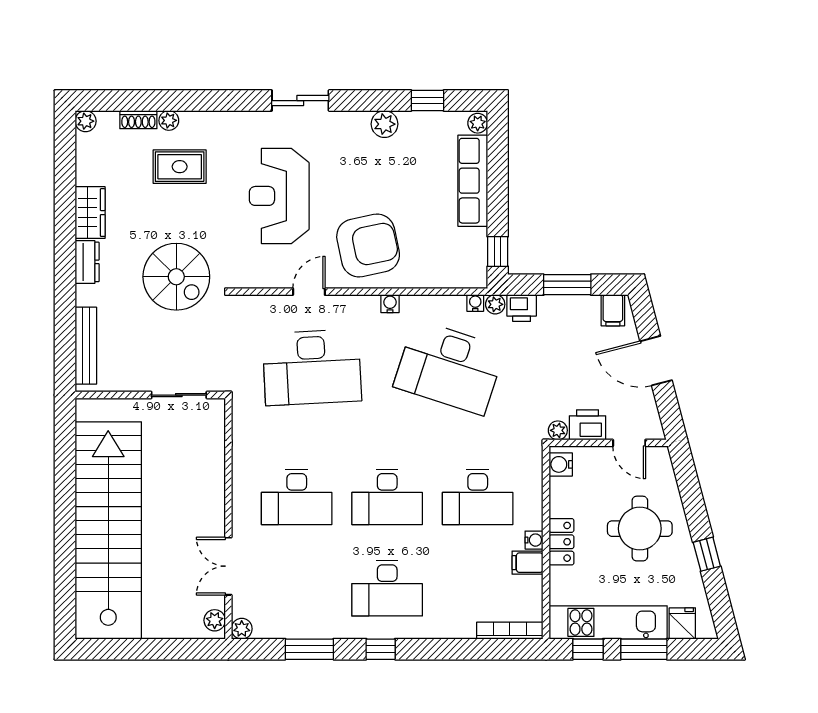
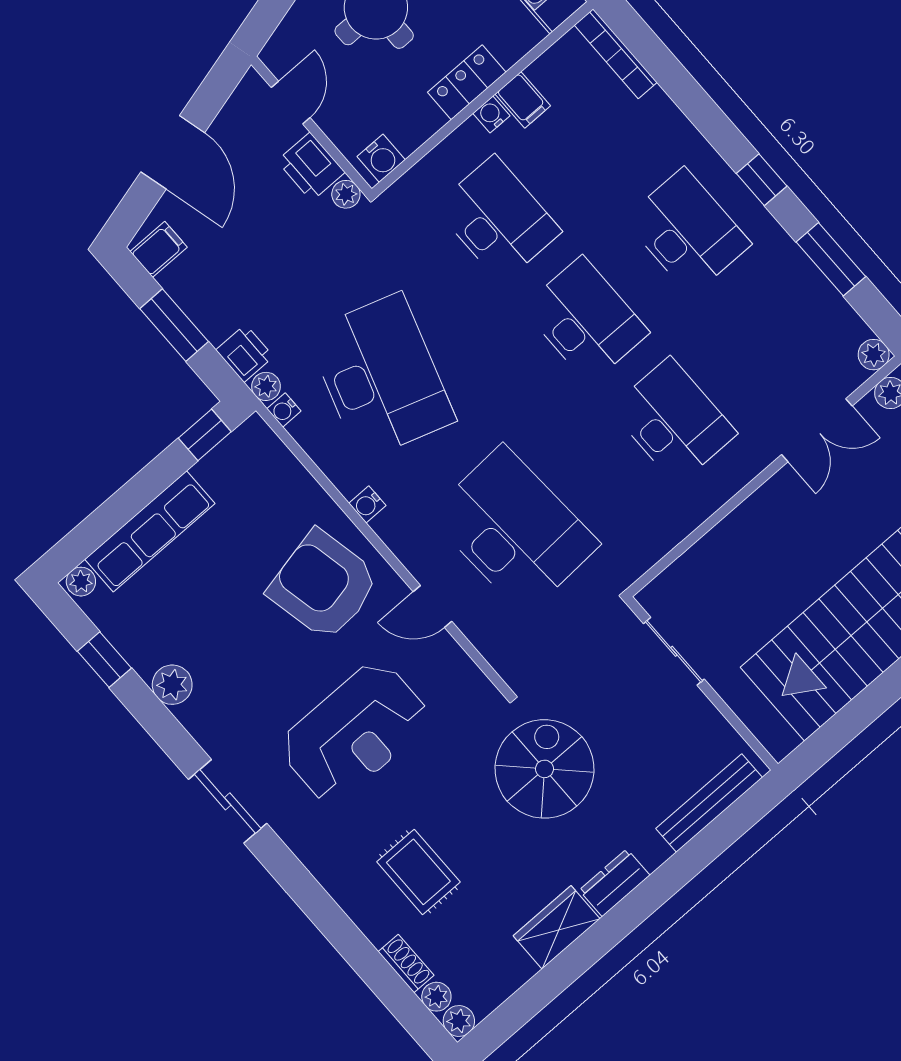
plant: (169, 120) -> (436, 997), moved

